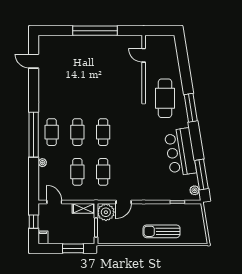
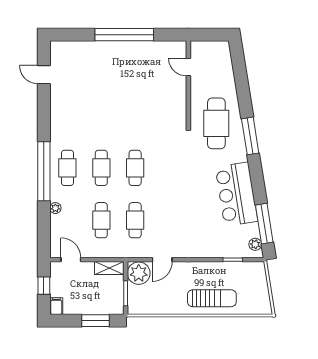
sun lounger: (162, 231) -> (212, 298), turned 180

